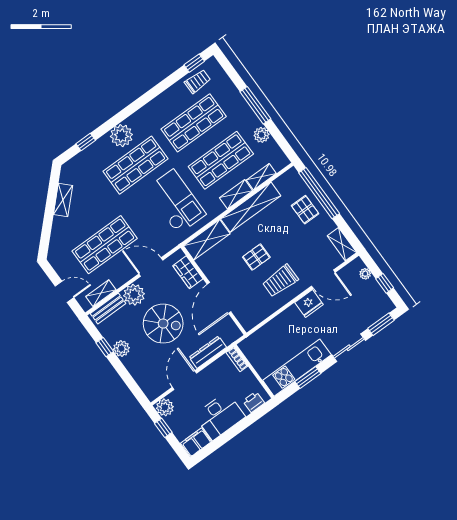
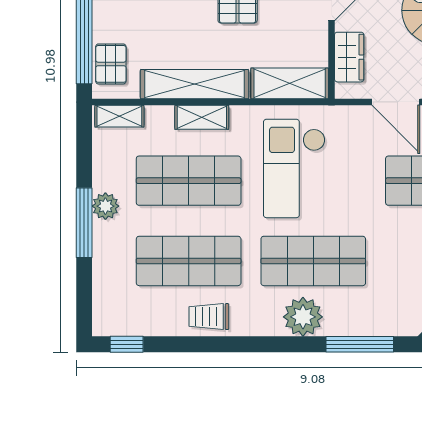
trolley: (198, 81) -> (209, 317), moved
plant: (262, 135) -> (105, 206), moved
window: (86, 142) -> (360, 344), width x2.17
shelving: (261, 177) -> (119, 116), moved
pallet: (305, 210) -> (111, 64), moved

